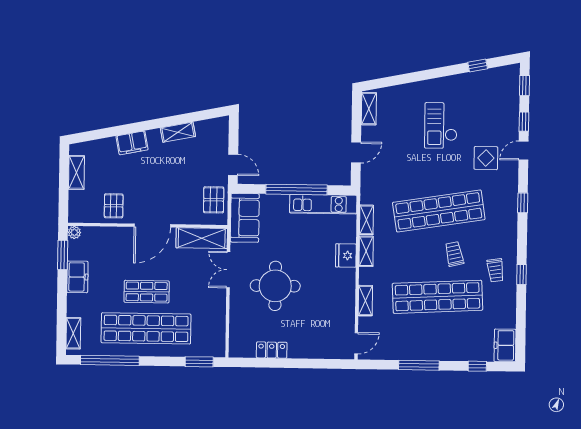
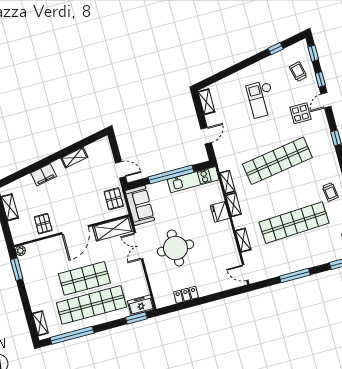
trolley: (454, 254) -> (298, 72), moved
freezer: (77, 277) -> (141, 305), moved, turned -90
shop shelf: (147, 292) -> (84, 278), width x1.43, depth x1.36
door: (356, 343) -> (245, 273), swing flipped

